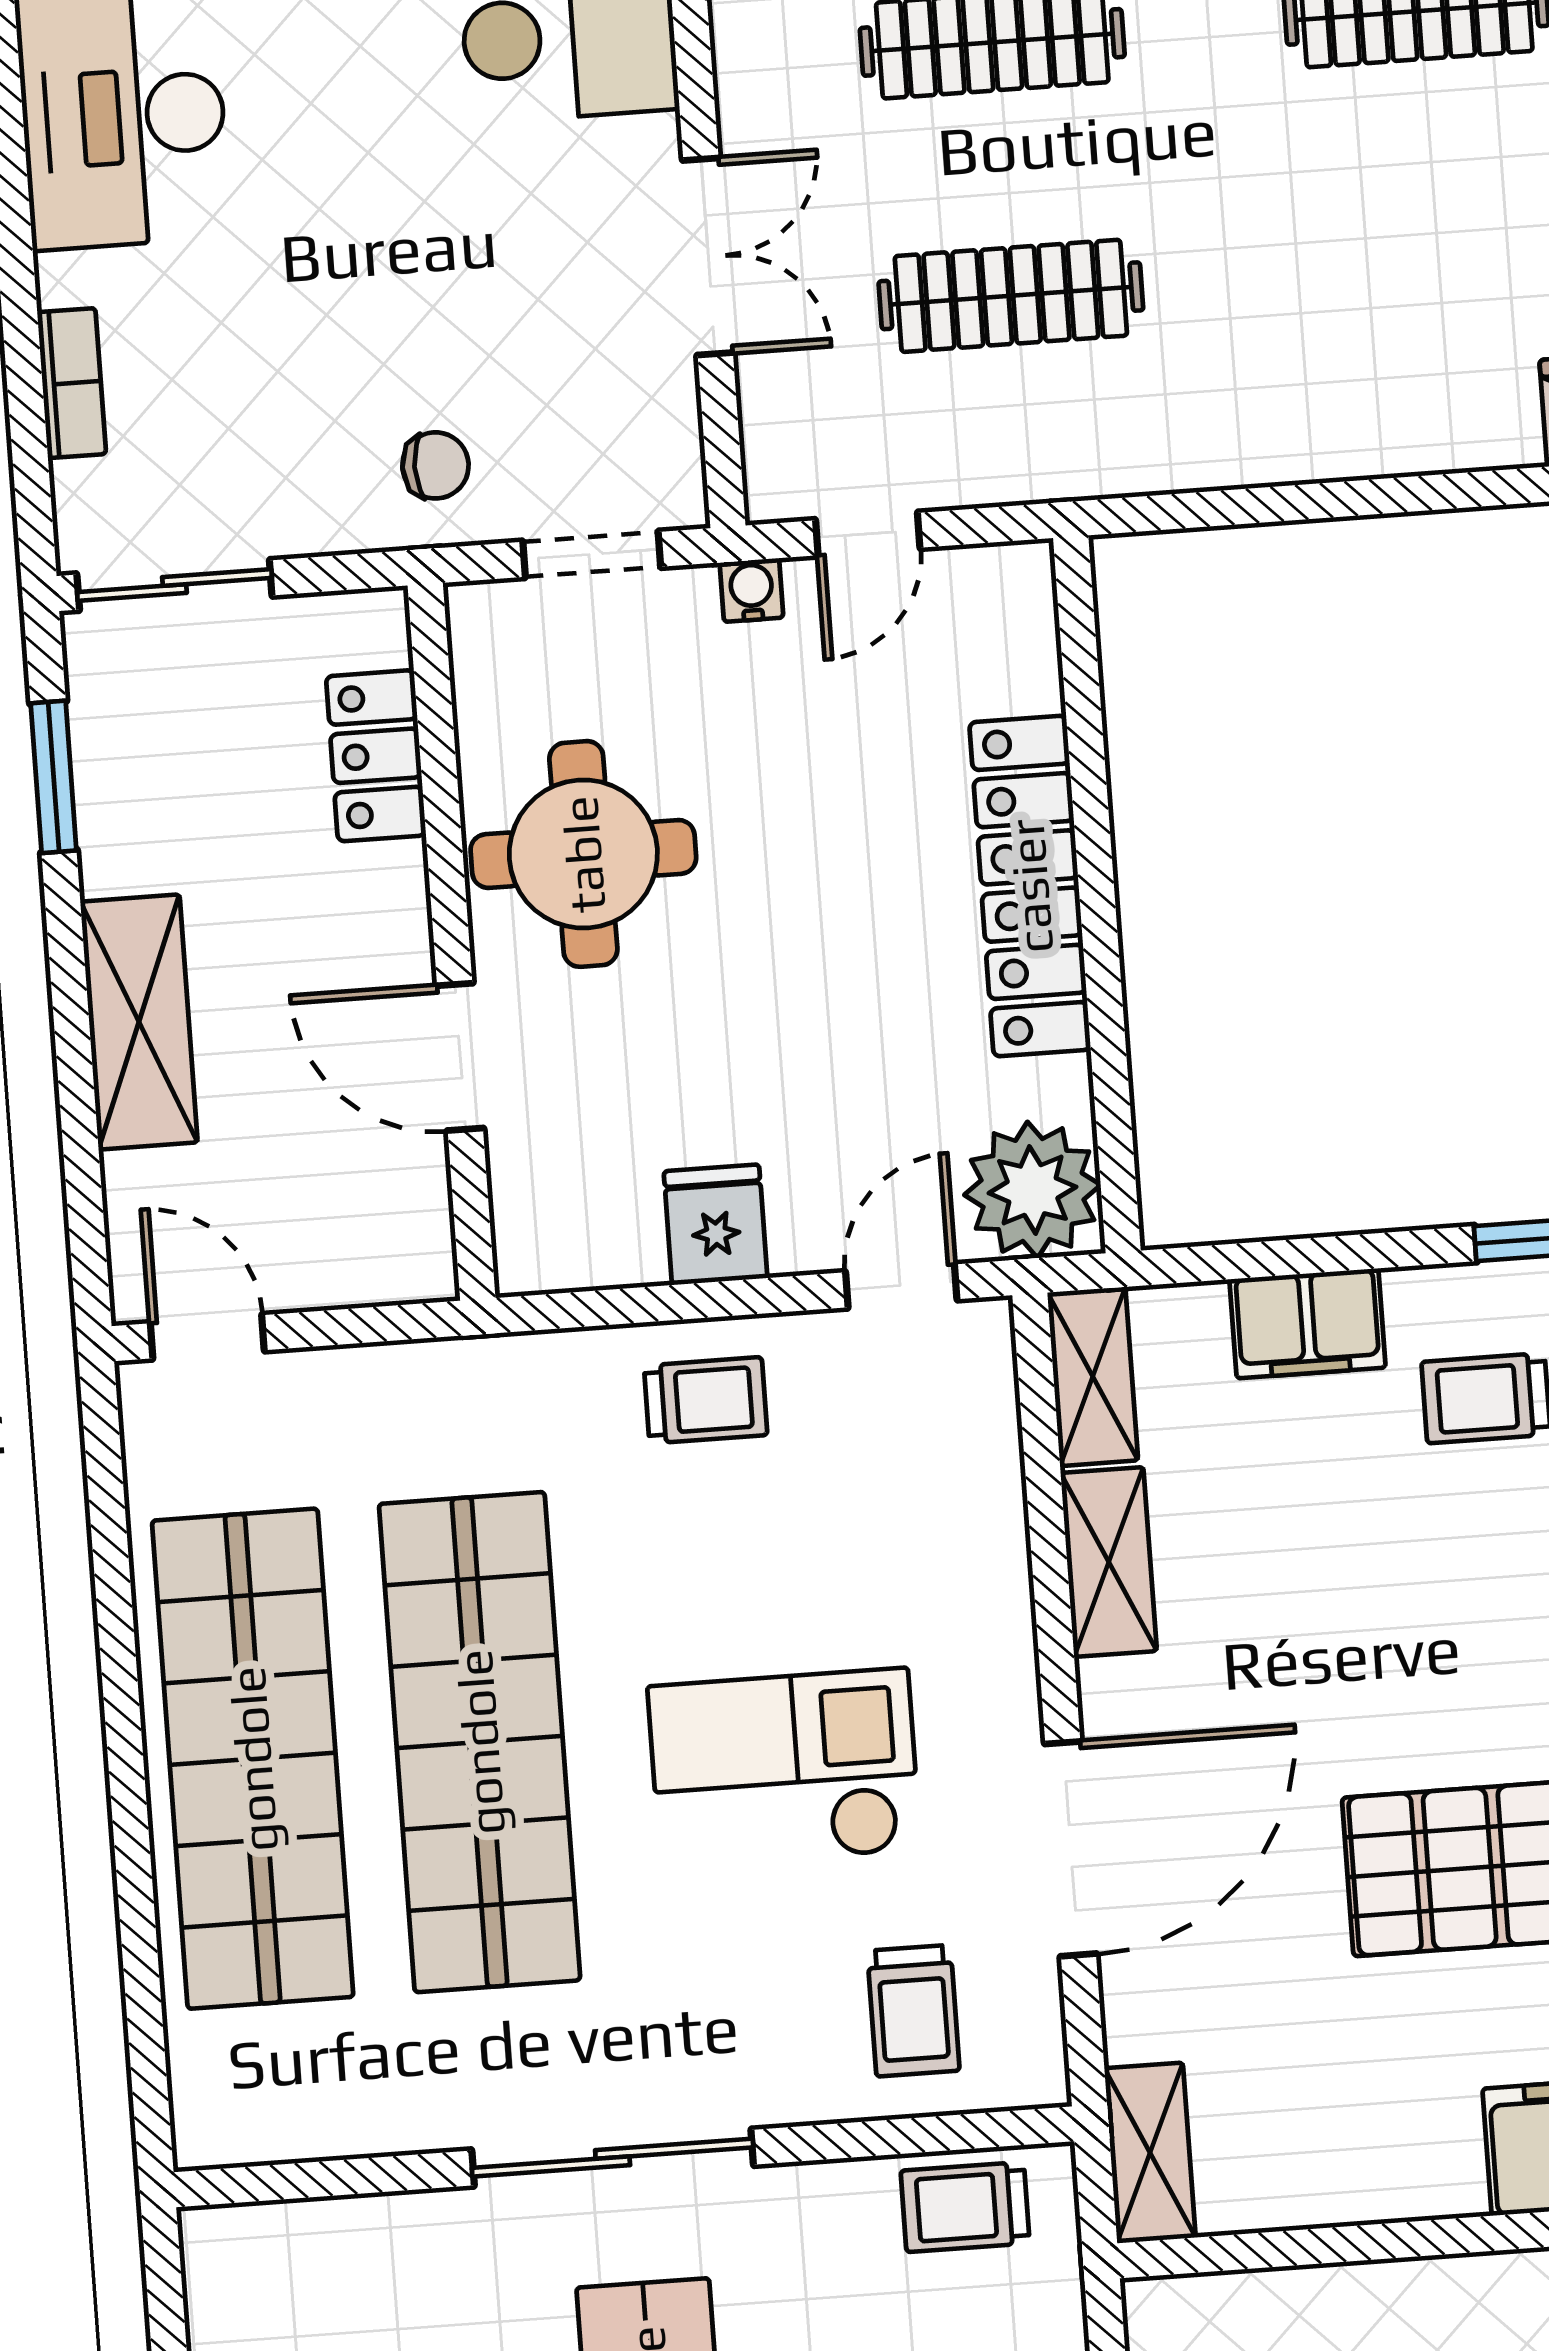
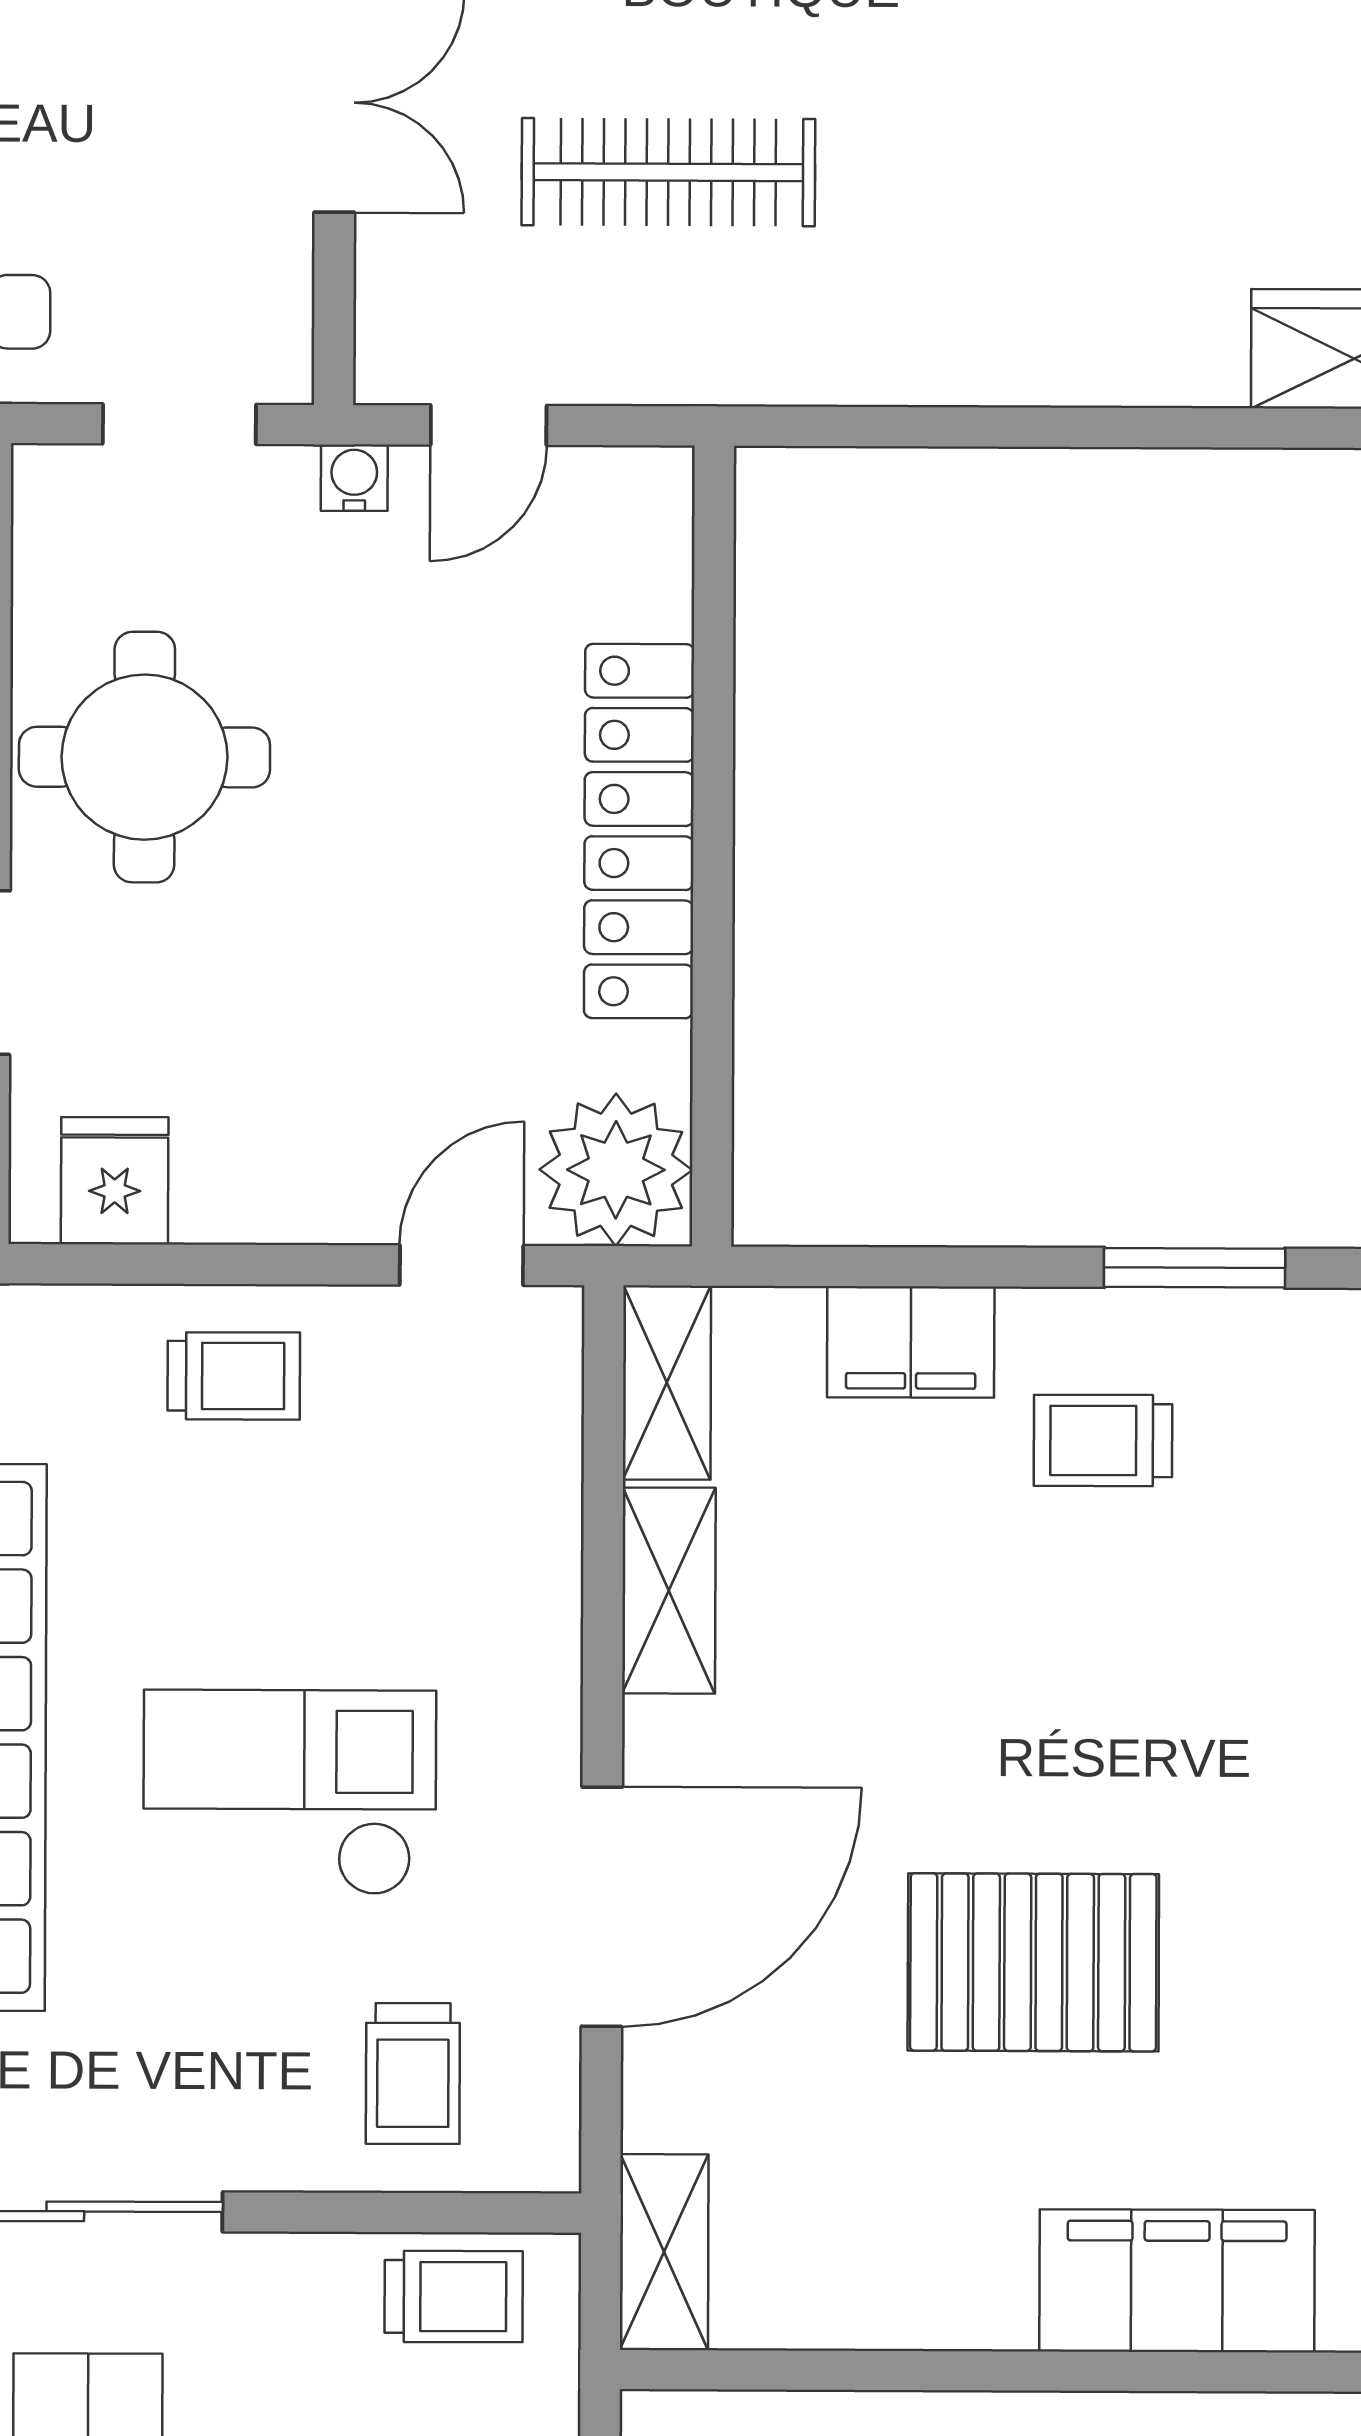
fridge: (716, 1225) -> (115, 1181), moved
trolley: (965, 2207) -> (454, 2297), turned 180

